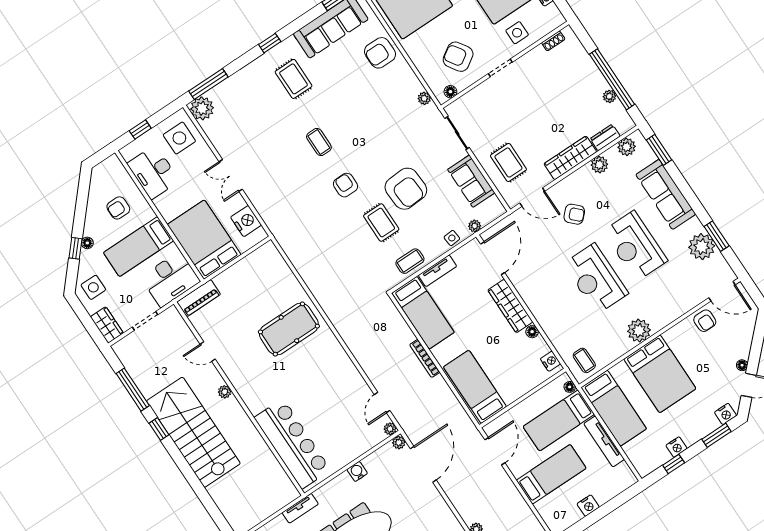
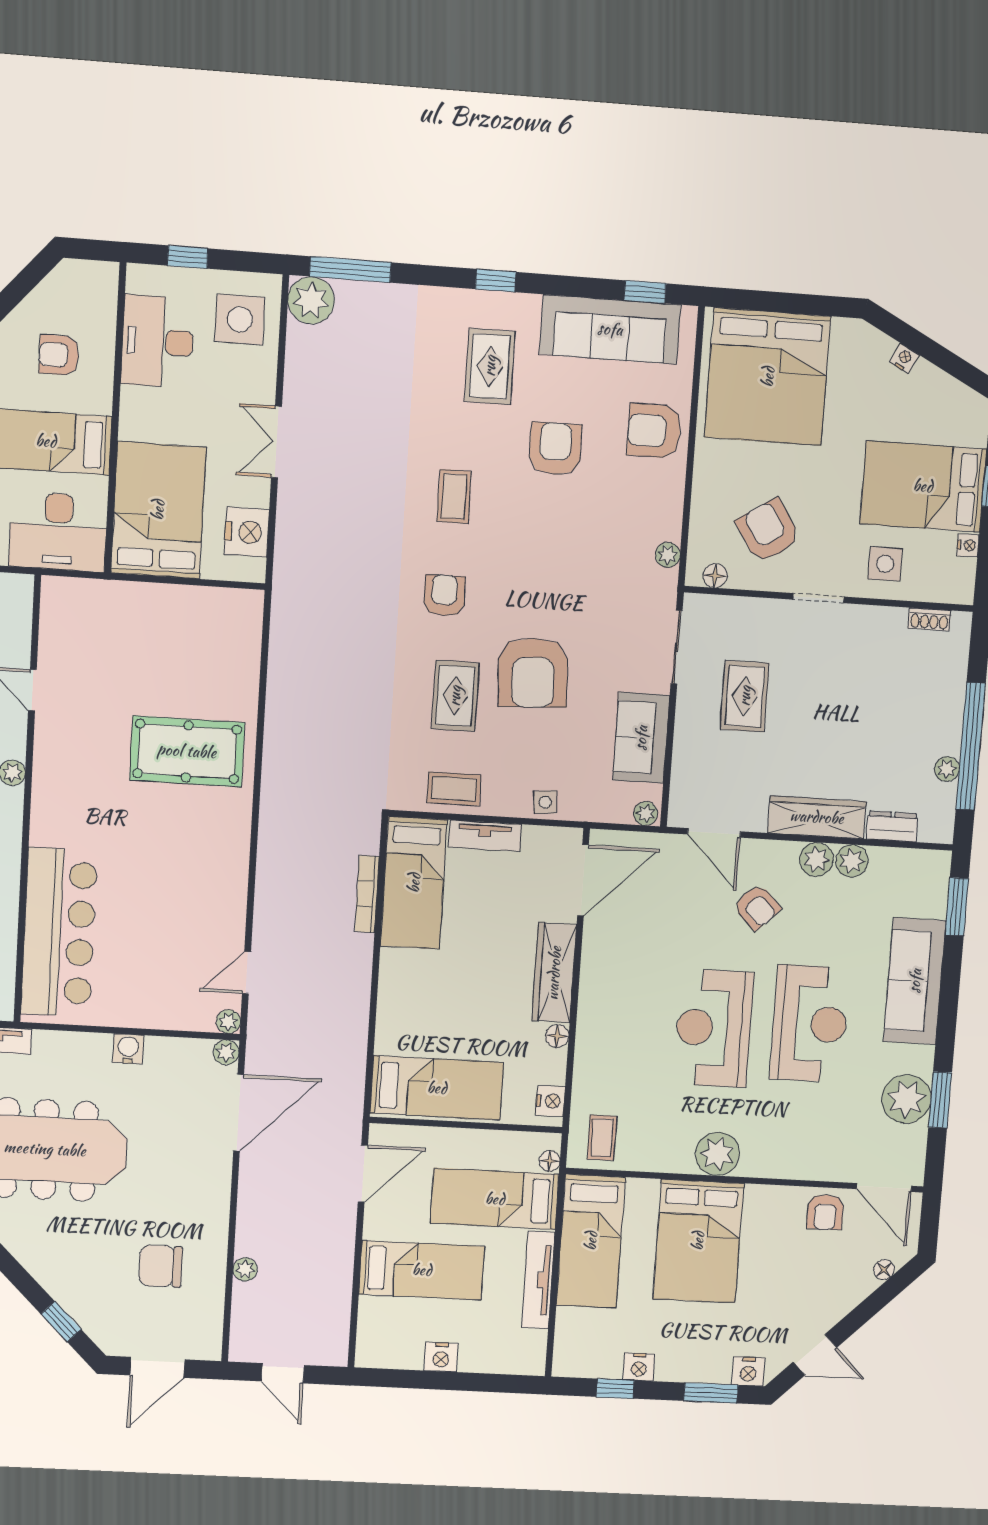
armchair: (345, 91) -> (555, 449), added
plant: (627, 147) -> (817, 859), moved
rug: (508, 163) -> (745, 696), moved
plant: (475, 226) -> (646, 814), moved
reception desk: (635, 246) -> (810, 1024), turned 180
piano: (199, 298) -> (81, 596), removed
bookcase: (425, 358) -> (367, 894), moved
floor lamp: (742, 365) -> (884, 1270), moved
bed: (475, 387) -> (437, 1088), moved, turned 90

